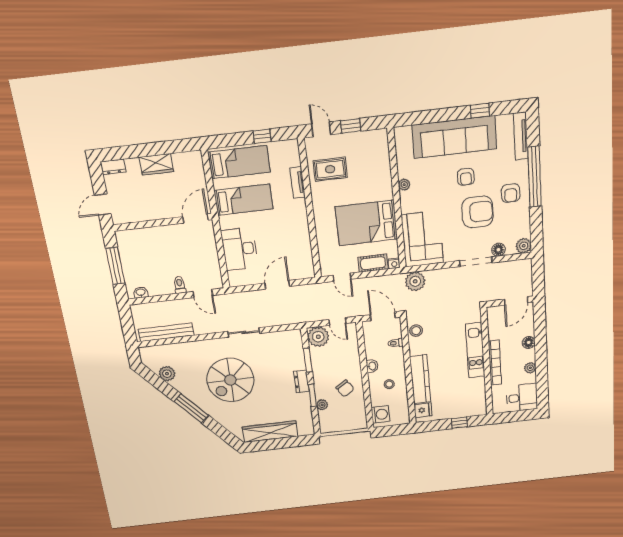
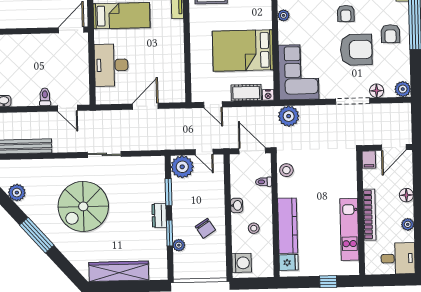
filing cabinet: (493, 314) -> (369, 160), added
kitchen unit: (475, 350) -> (349, 229), moved

